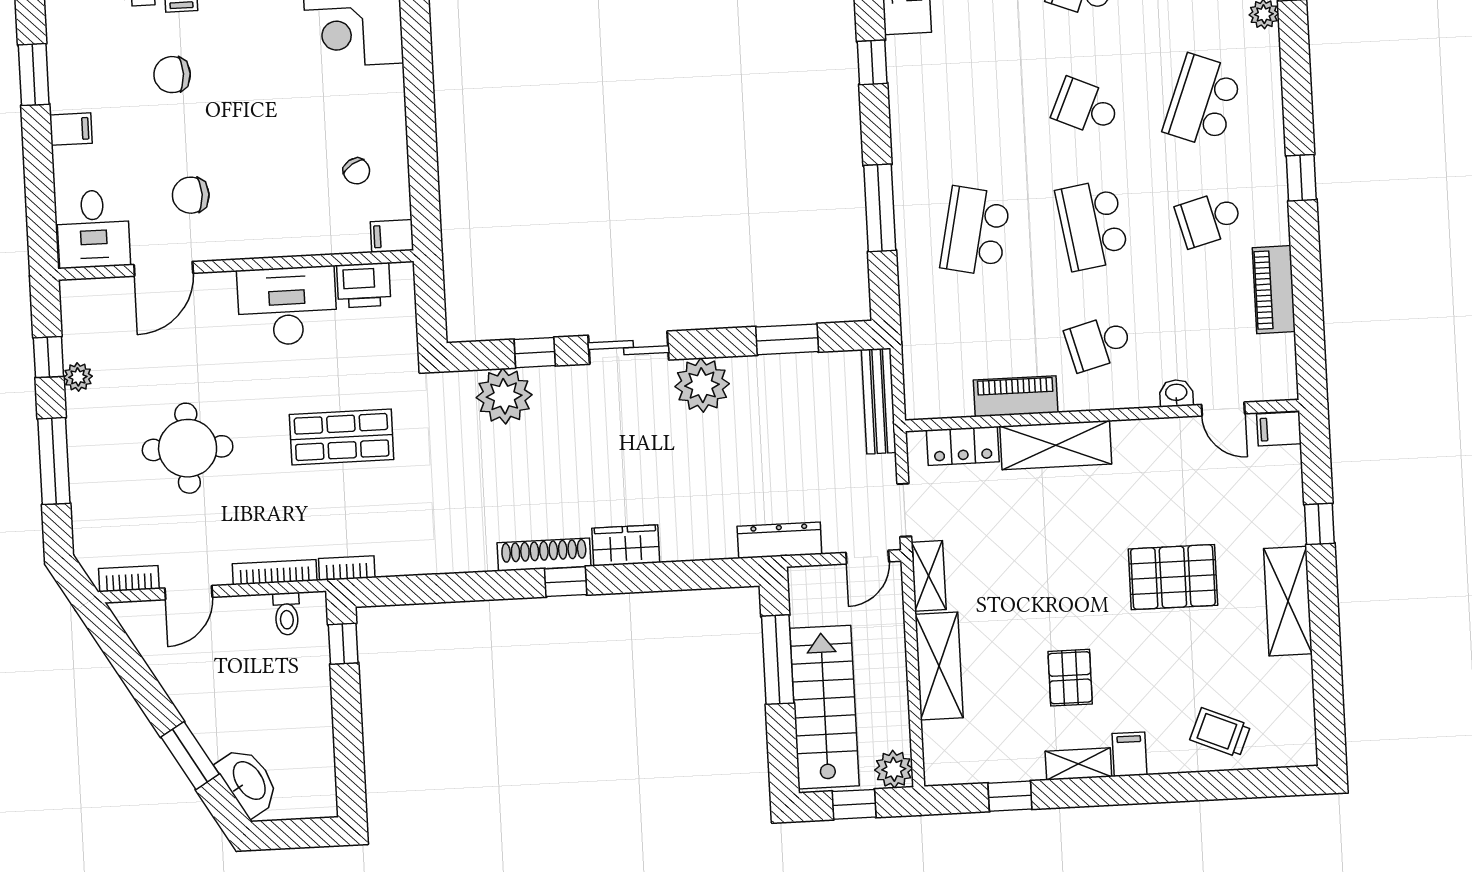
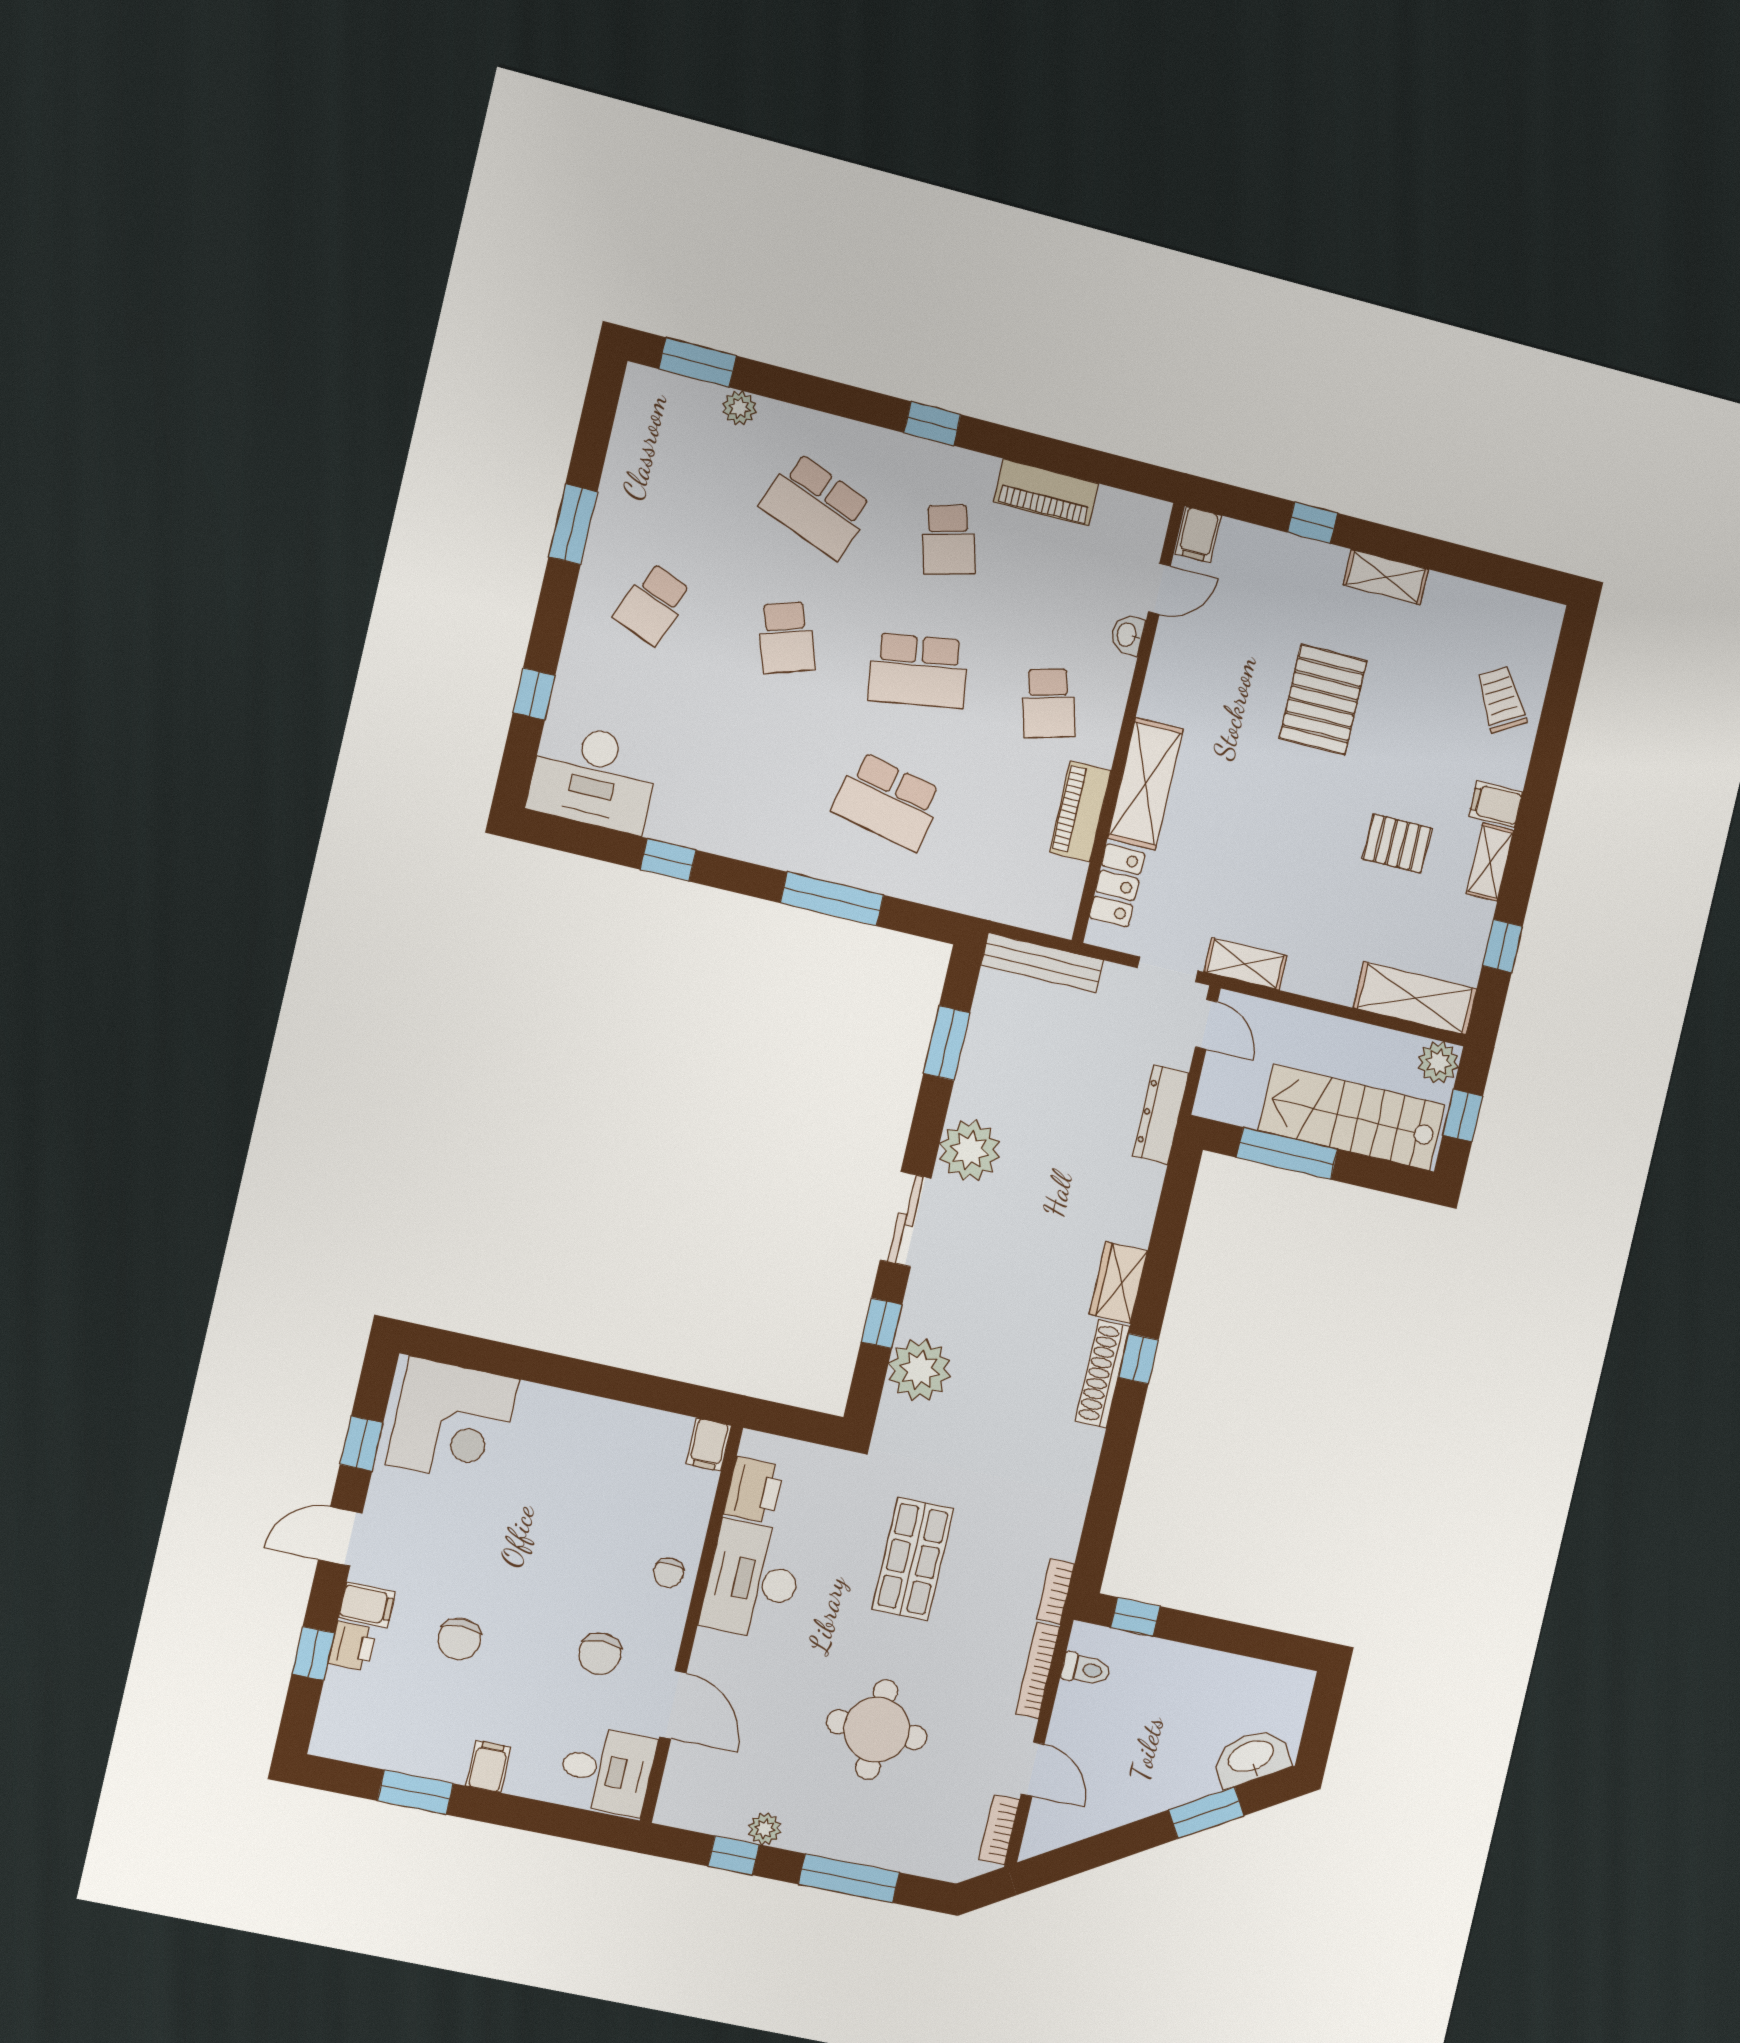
school desk: (1086, 107) -> (786, 638), turned -42
chair: (357, 171) -> (669, 1573), moved, turned 122
shelving: (1288, 601) -> (1386, 577), width x0.67, depth x0.75
shelving: (939, 666) -> (1415, 998), moved
trolley: (1220, 733) -> (1501, 699), turned 127

